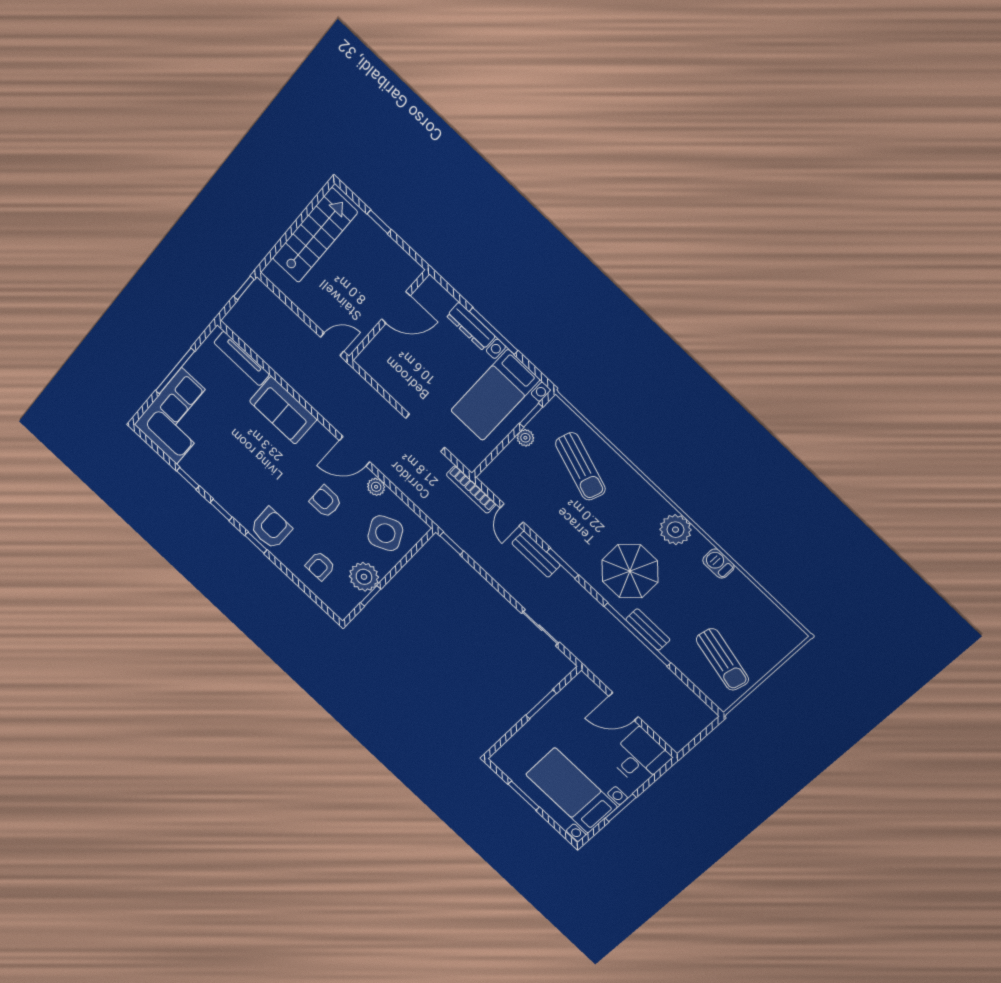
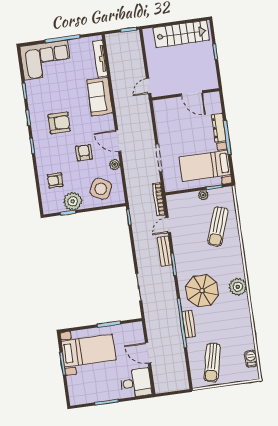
door: (332, 344) -> (149, 86), swing flipped
armchair: (271, 528) -> (59, 123), moved
side table: (385, 533) -> (101, 189), turned -36
barbecue: (718, 564) -> (251, 359), moved
bed with nightstands: (572, 790) -> (89, 351), moved, turned 90

